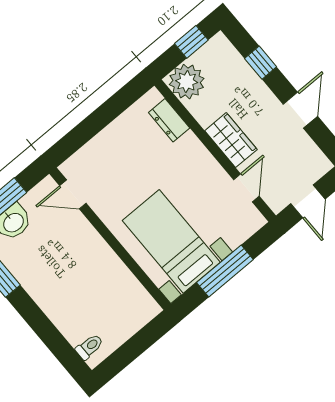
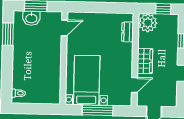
door: (73, 194) -> (64, 28), swing flipped

